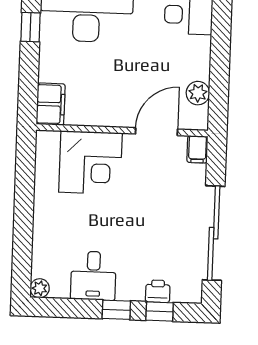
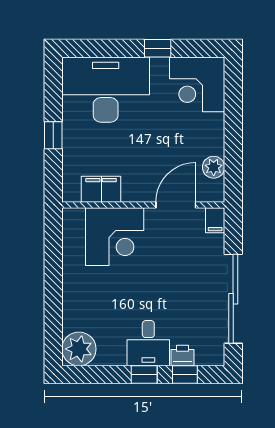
window: (30, 27) -> (53, 135), moved
filing cabinet: (51, 104) -> (101, 189), moved, turned -90
desk: (93, 276) -> (148, 343), moved
plant: (40, 288) -> (79, 349), width x1.88, depth x1.88

